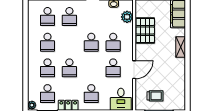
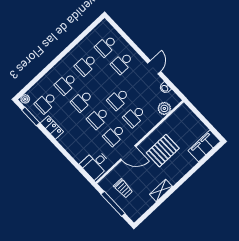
pallet: (145, 31) -> (163, 151), moved
shelving: (181, 47) -> (161, 190), moved
school desk: (91, 94) -> (98, 118), moved

